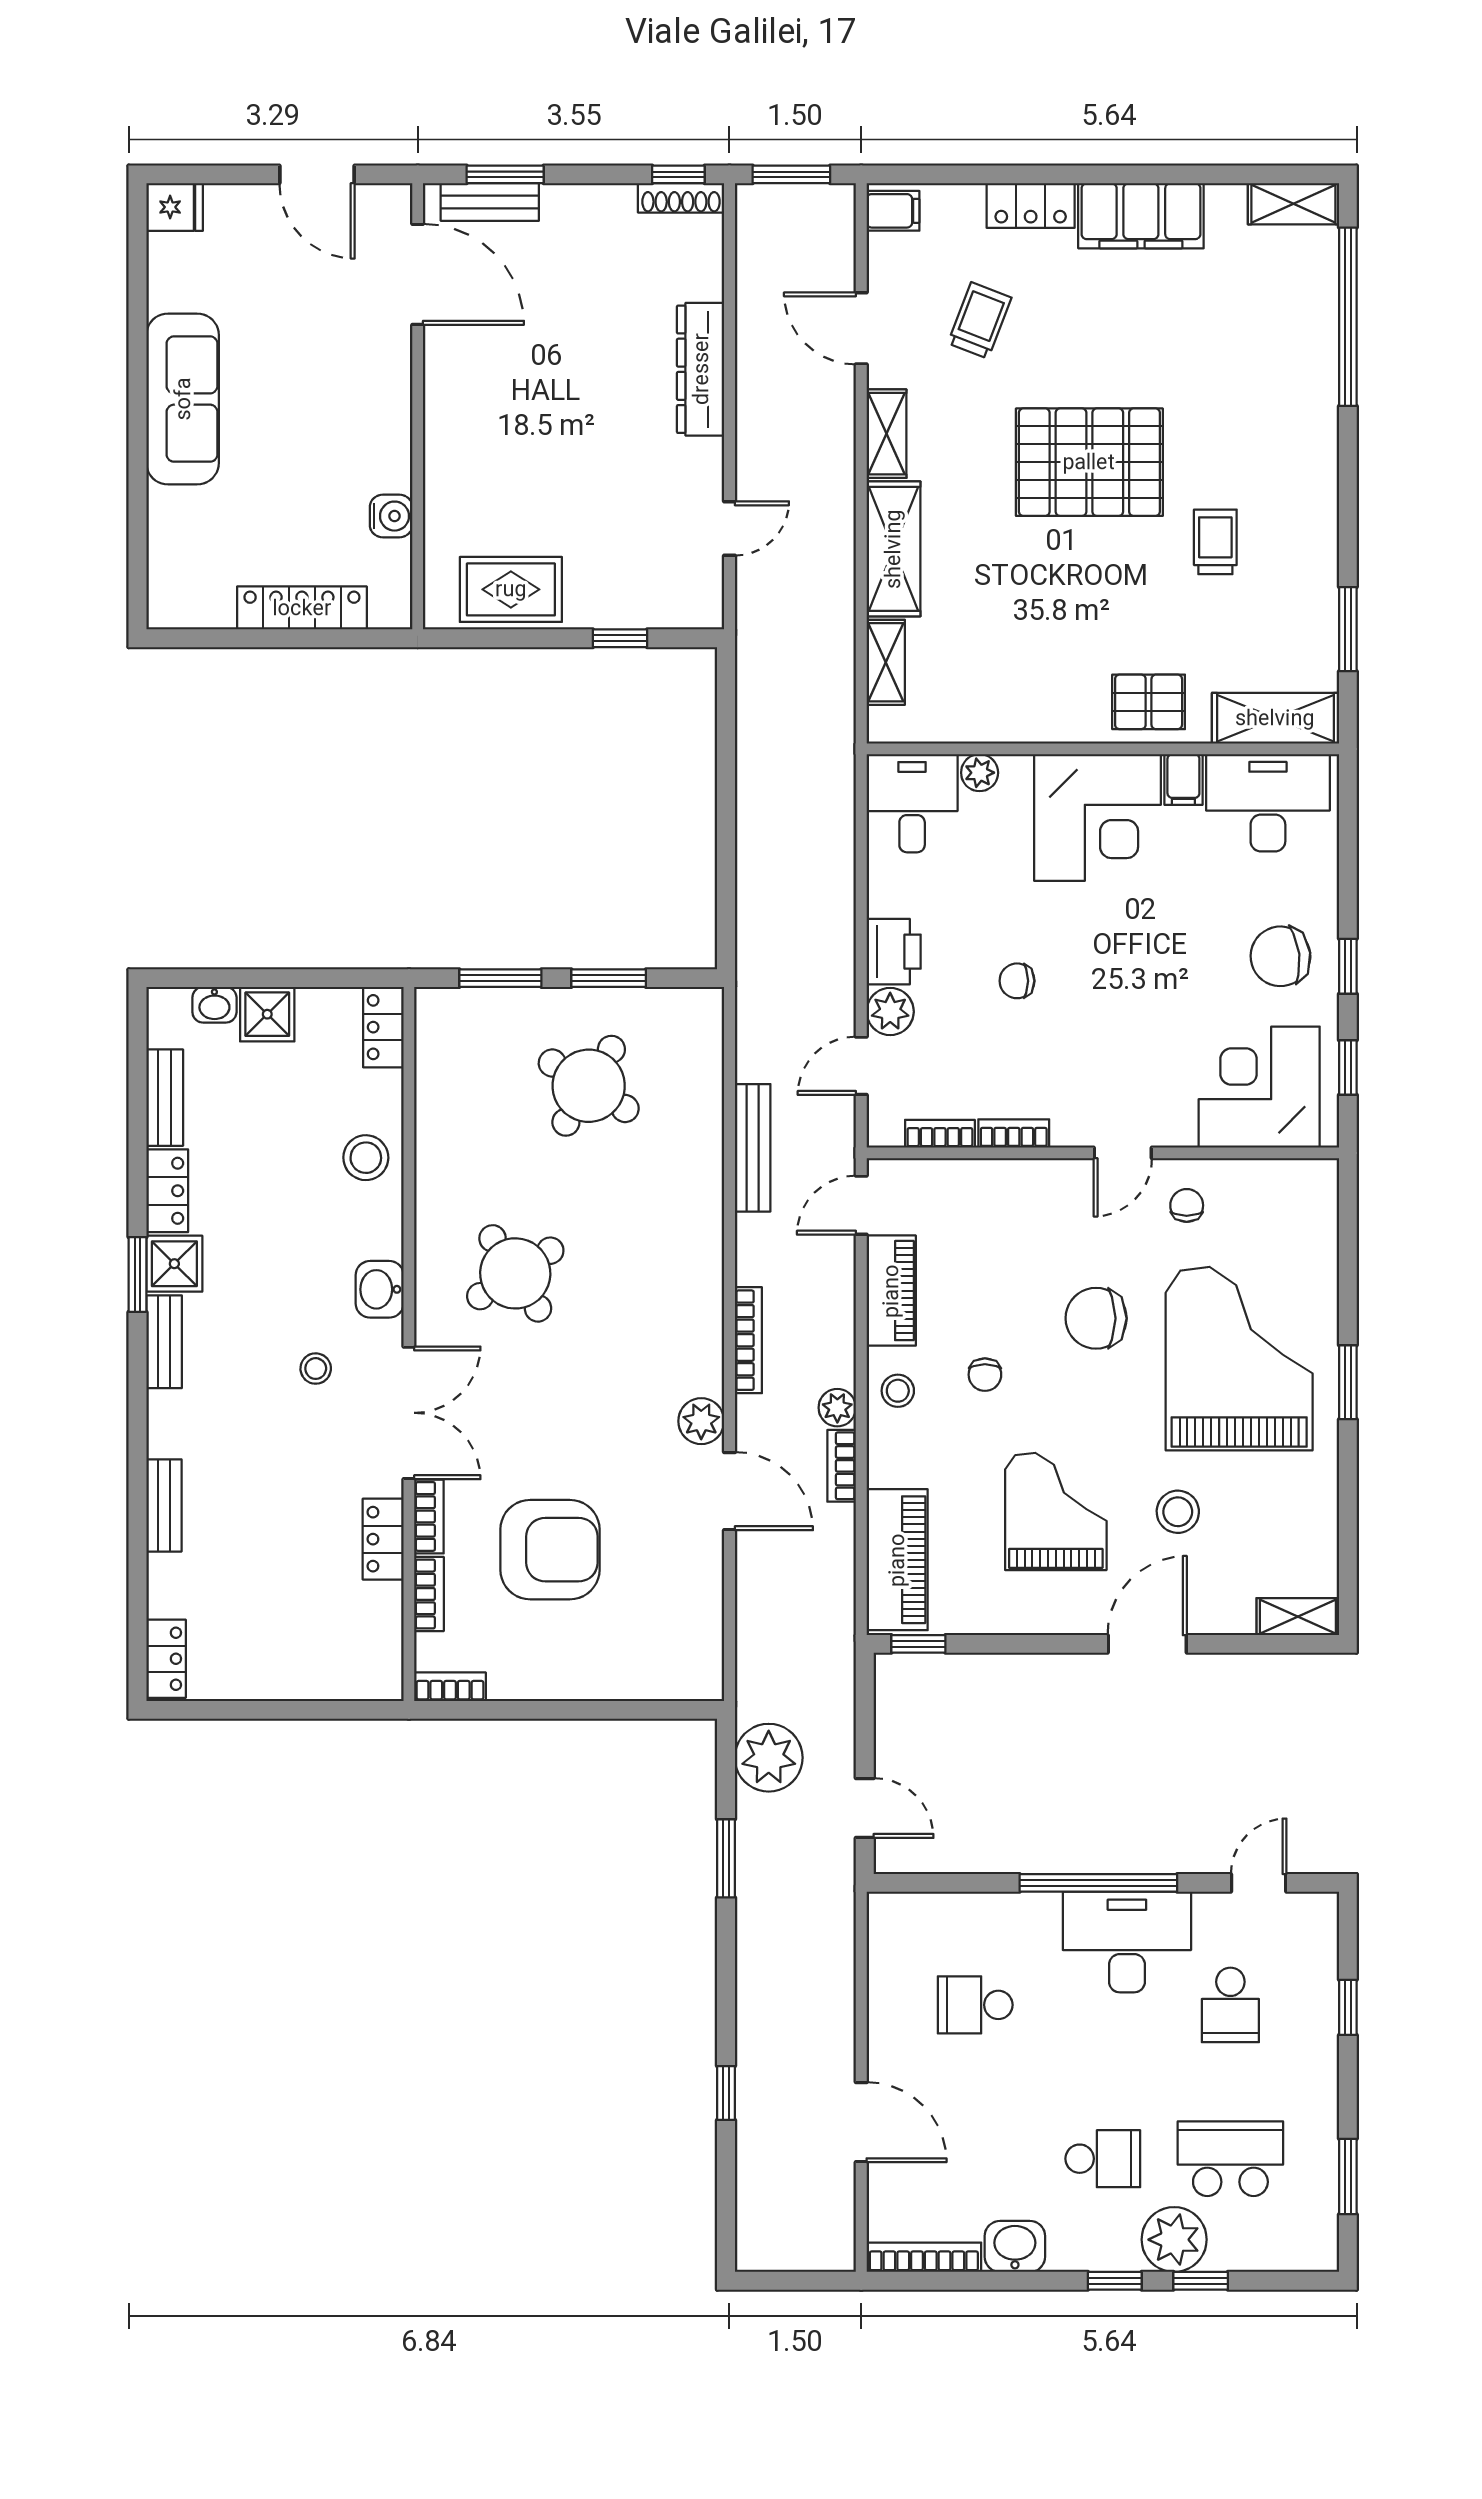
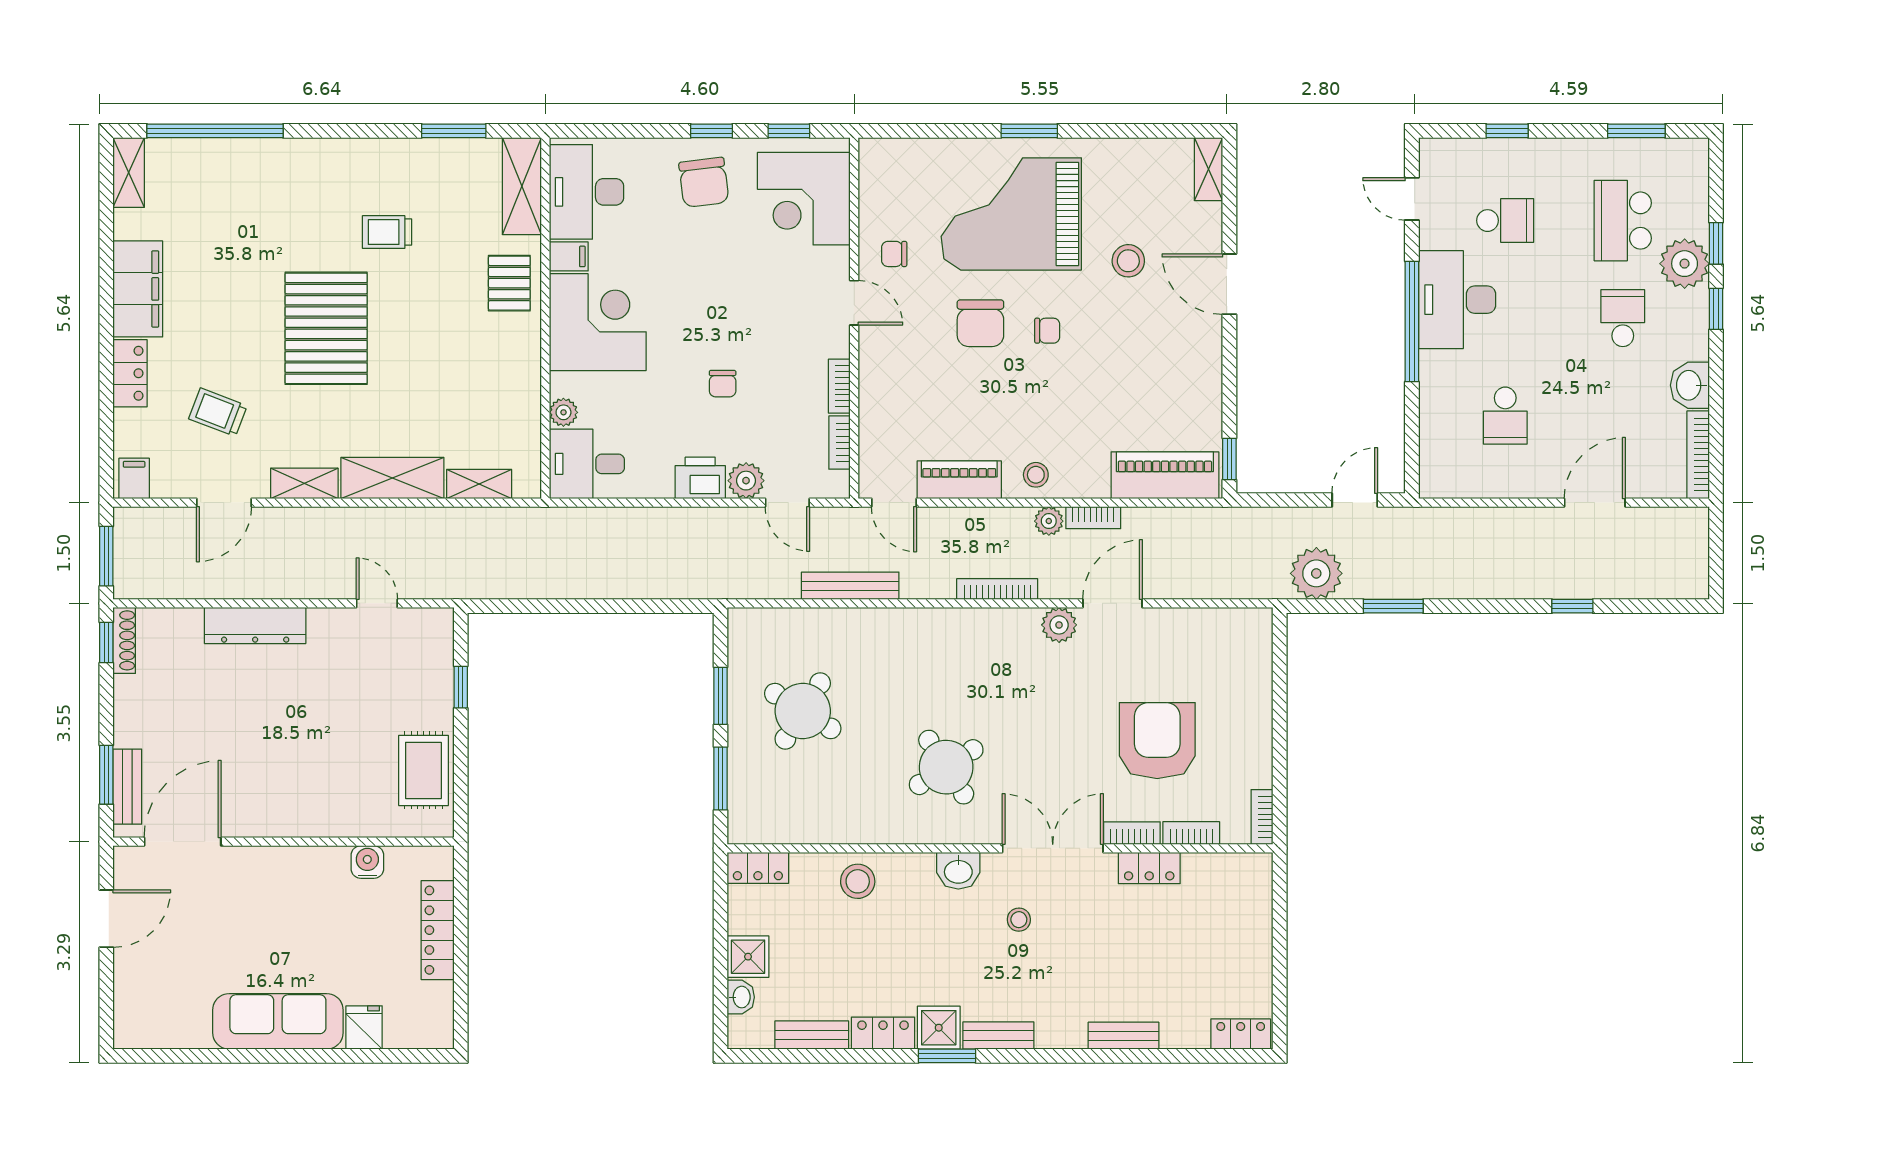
fridge: (175, 207) -> (364, 1027), moved
chair: (985, 1375) -> (1047, 331), moved
grand piano: (1056, 1511) -> (1128, 354), removed

